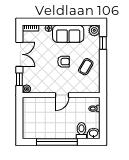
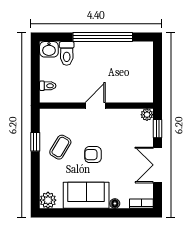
window: (103, 43) -> (35, 142), moved

